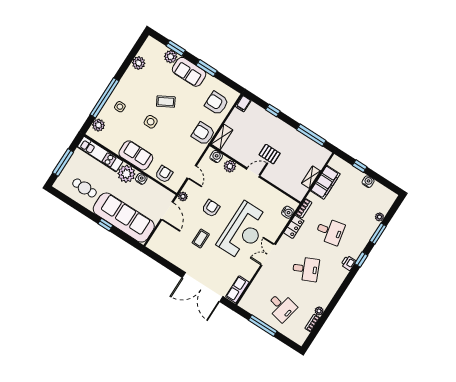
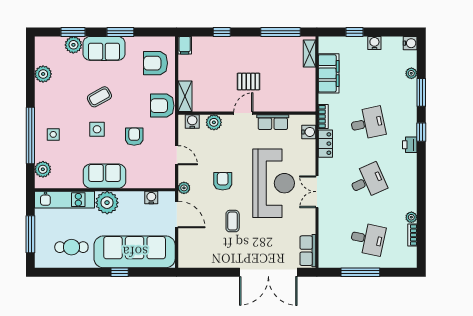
armchair: (164, 174) -> (134, 137), moved
shelving: (311, 177) -> (309, 53), moved
water cooler: (141, 179) -> (151, 198), moved
row of seats: (268, 191) -> (273, 122), added
water cooler: (391, 197) -> (410, 43), added

